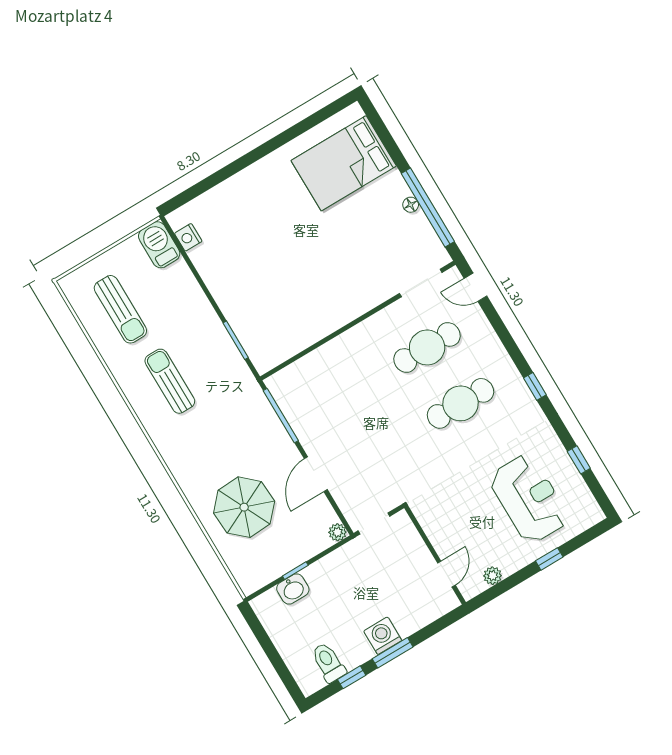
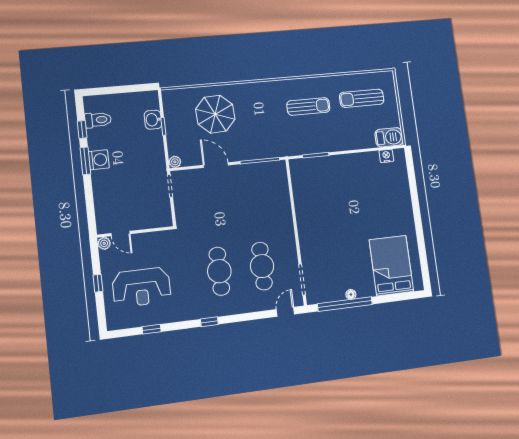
wall: (435, 555) -> (135, 232), moved
door: (446, 574) -> (120, 234), moved

